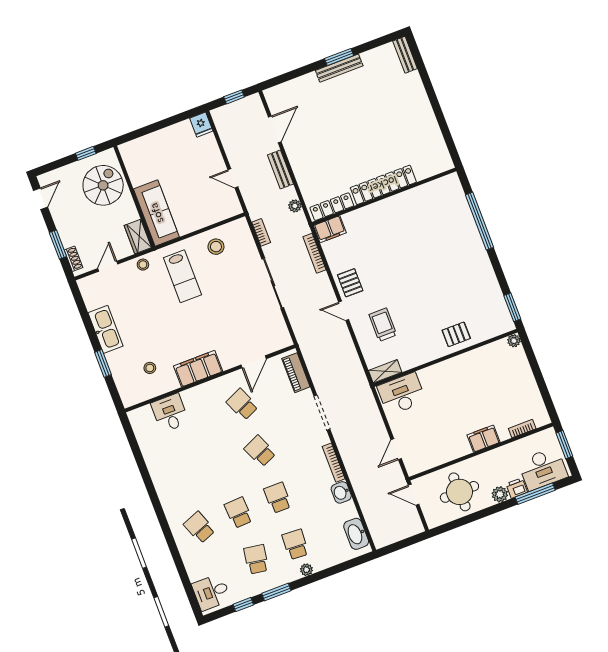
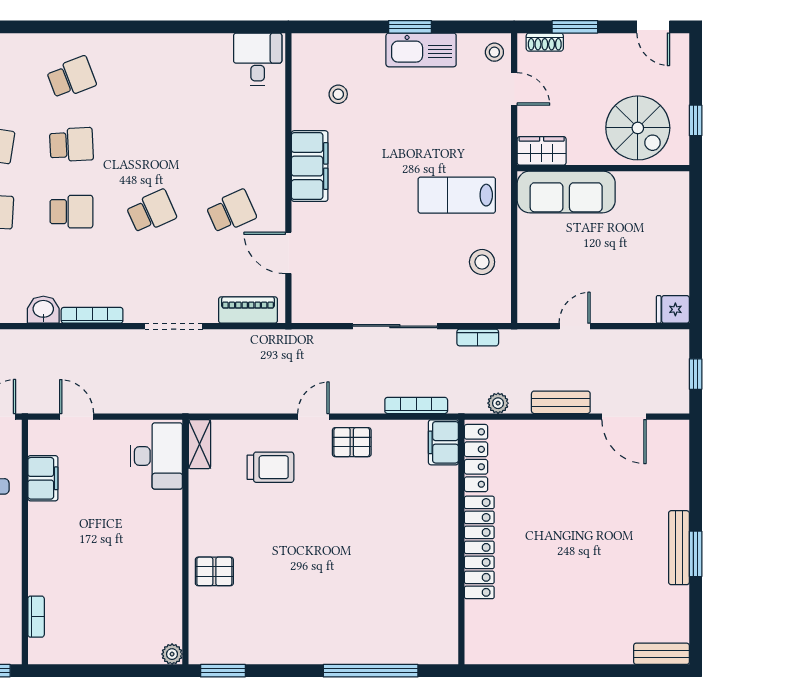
stool: (143, 265) -> (494, 52), moved
pallet: (456, 334) -> (214, 571), turned 90
window: (103, 363) -> (410, 27), moved
desk: (170, 413) -> (258, 59), moved, turned -90
filing cabinet: (484, 439) -> (43, 478), moved

